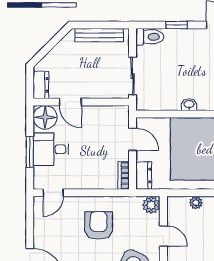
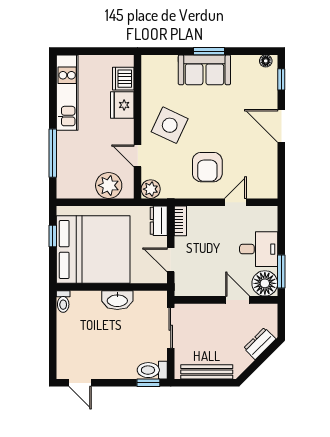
window: (177, 25) -> (148, 383), moved
dresser: (41, 85) -> (260, 344), moved, turned 45
washbasin: (189, 105) -> (117, 300), width x1.91, depth x1.45
window: (30, 152) -> (281, 271), moved
door: (53, 193) -> (235, 202), moved
plant: (196, 203) -> (109, 185), width x1.88, depth x1.88

